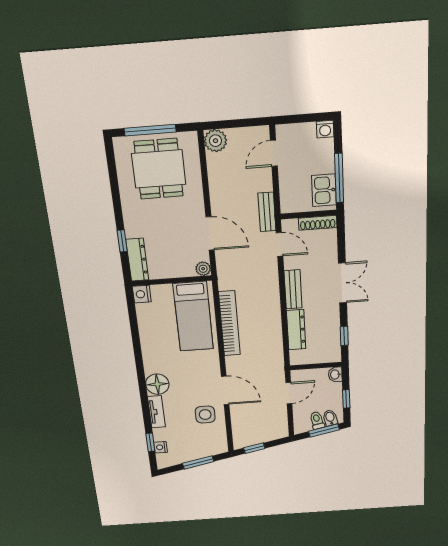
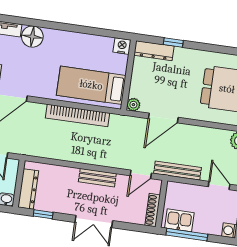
bench: (267, 212) -> (178, 171), width x1.36
dresser: (296, 330) -> (28, 189), moved, turned -90

